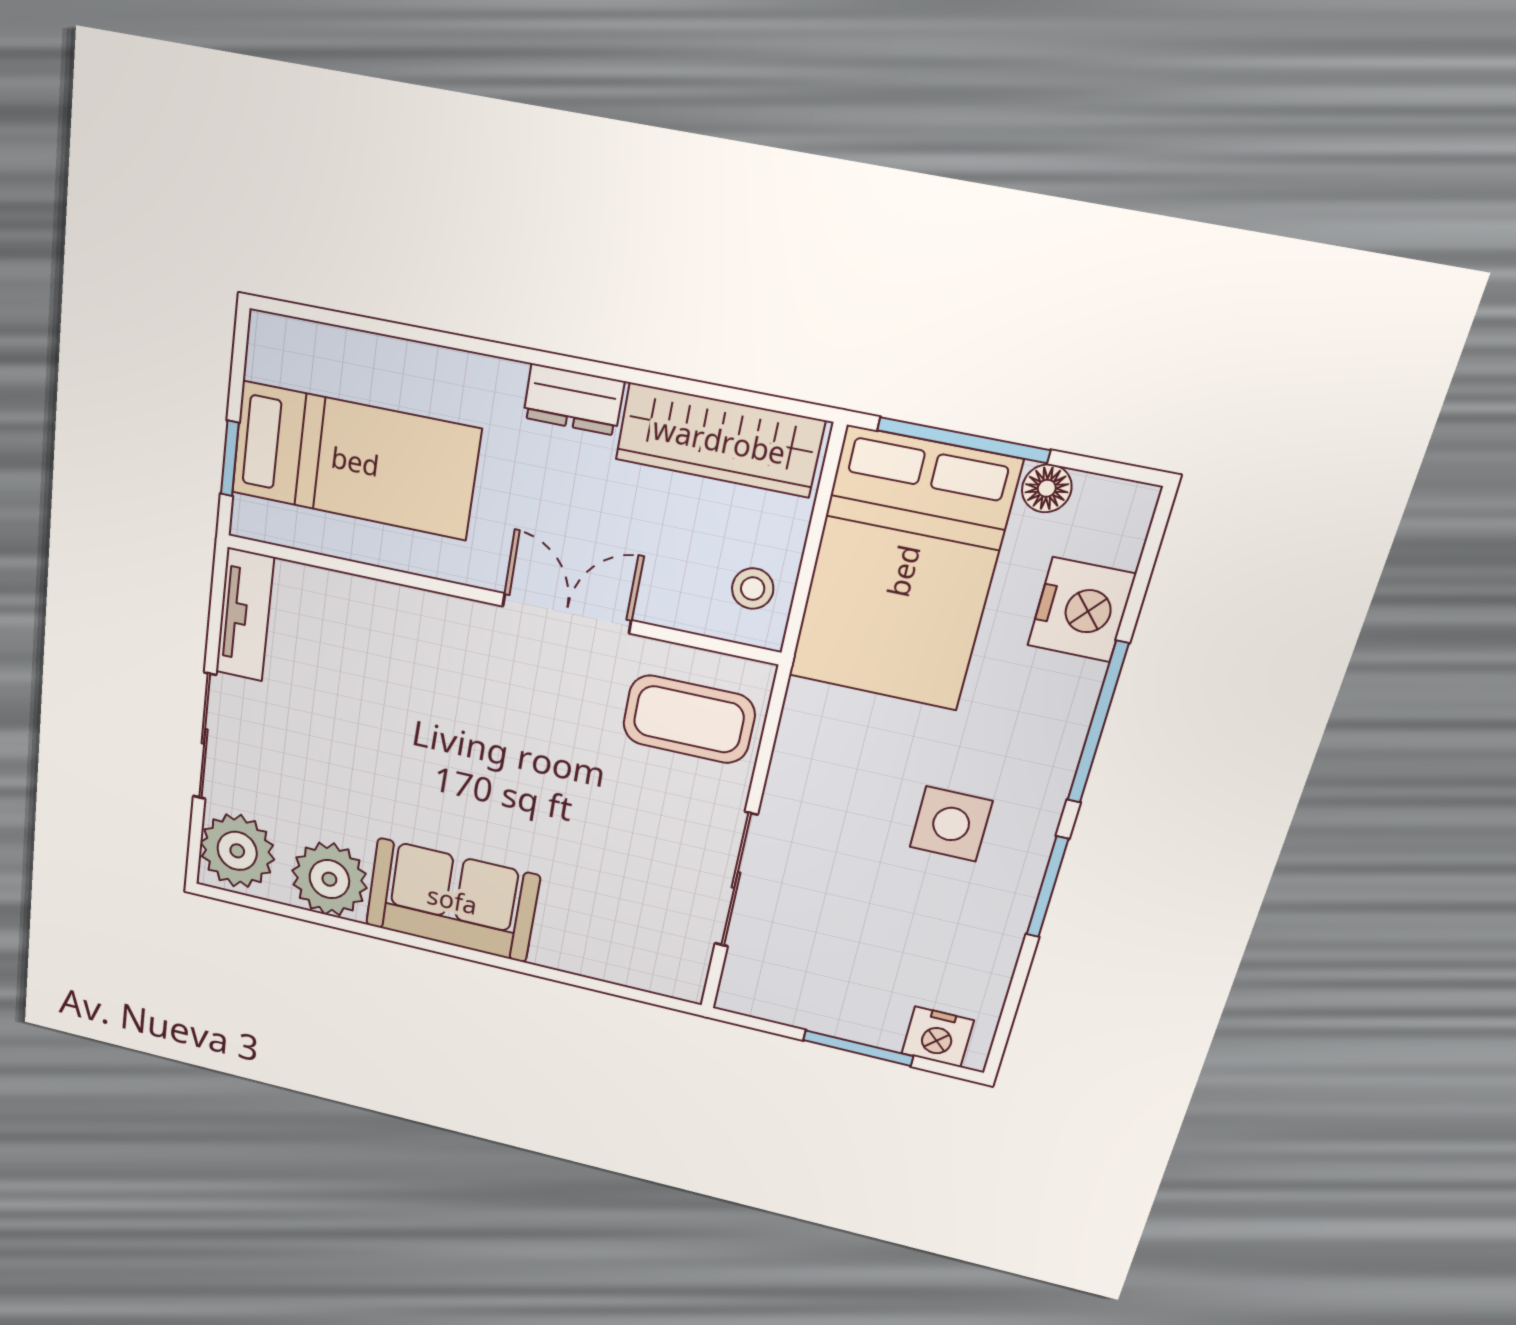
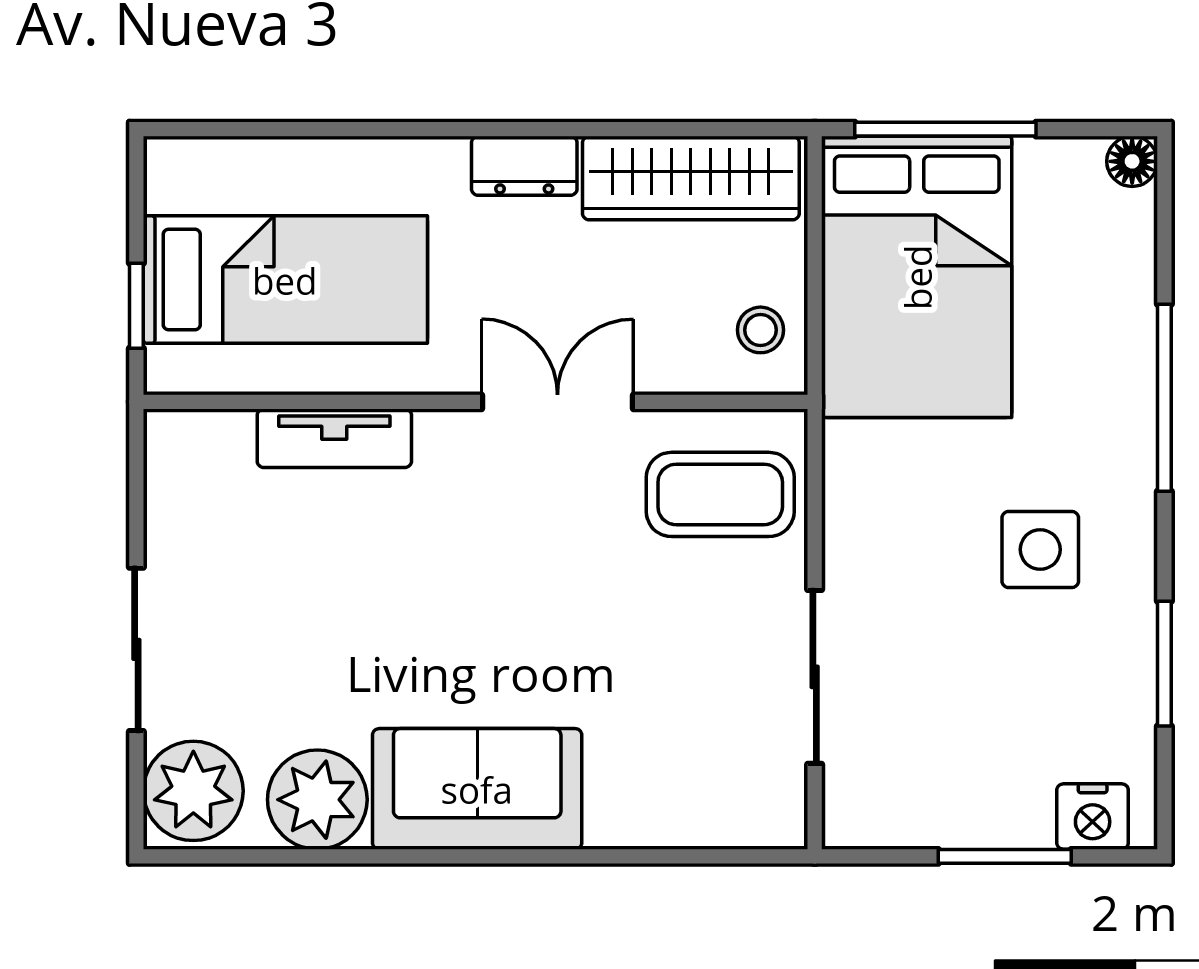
floor lamp: (1047, 488) -> (1132, 161), moved
nightstand: (1081, 610) -> (1113, 280), removed
tv unit: (245, 615) -> (334, 438), moved, turned 90
window: (1047, 887) -> (1164, 664), moved

